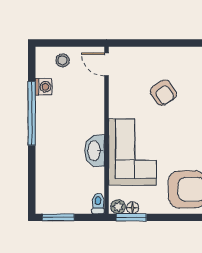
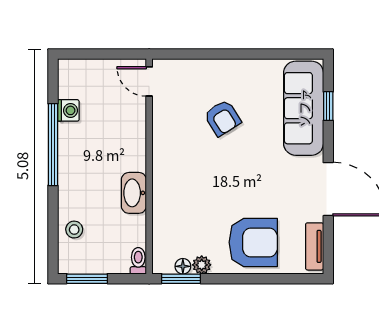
stool: (63, 60) -> (74, 230), moved
corner sofa: (132, 152) -> (182, 195), removed
plant: (118, 207) -> (202, 265), moved

